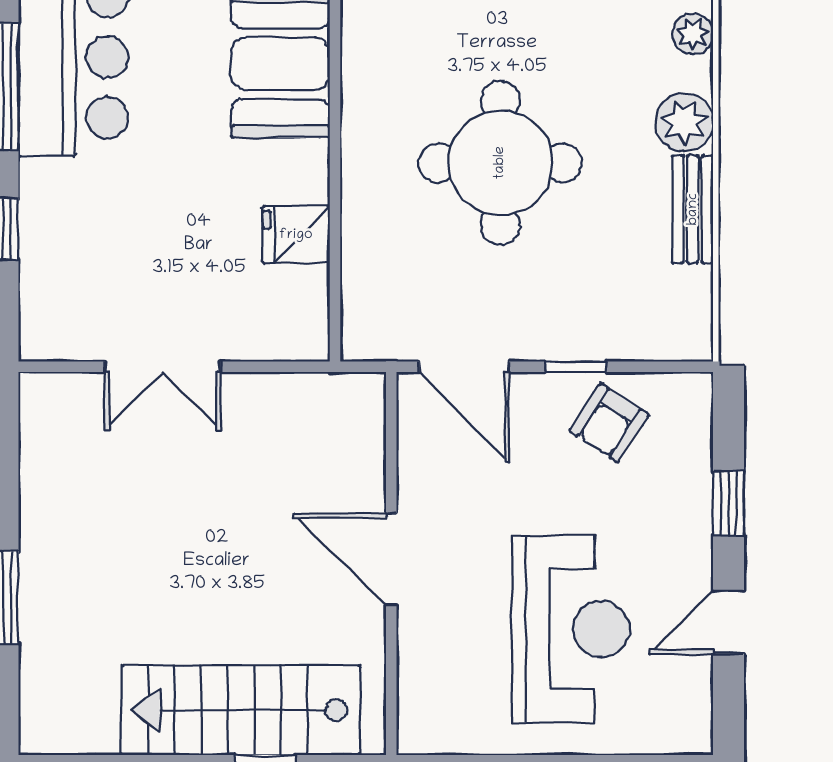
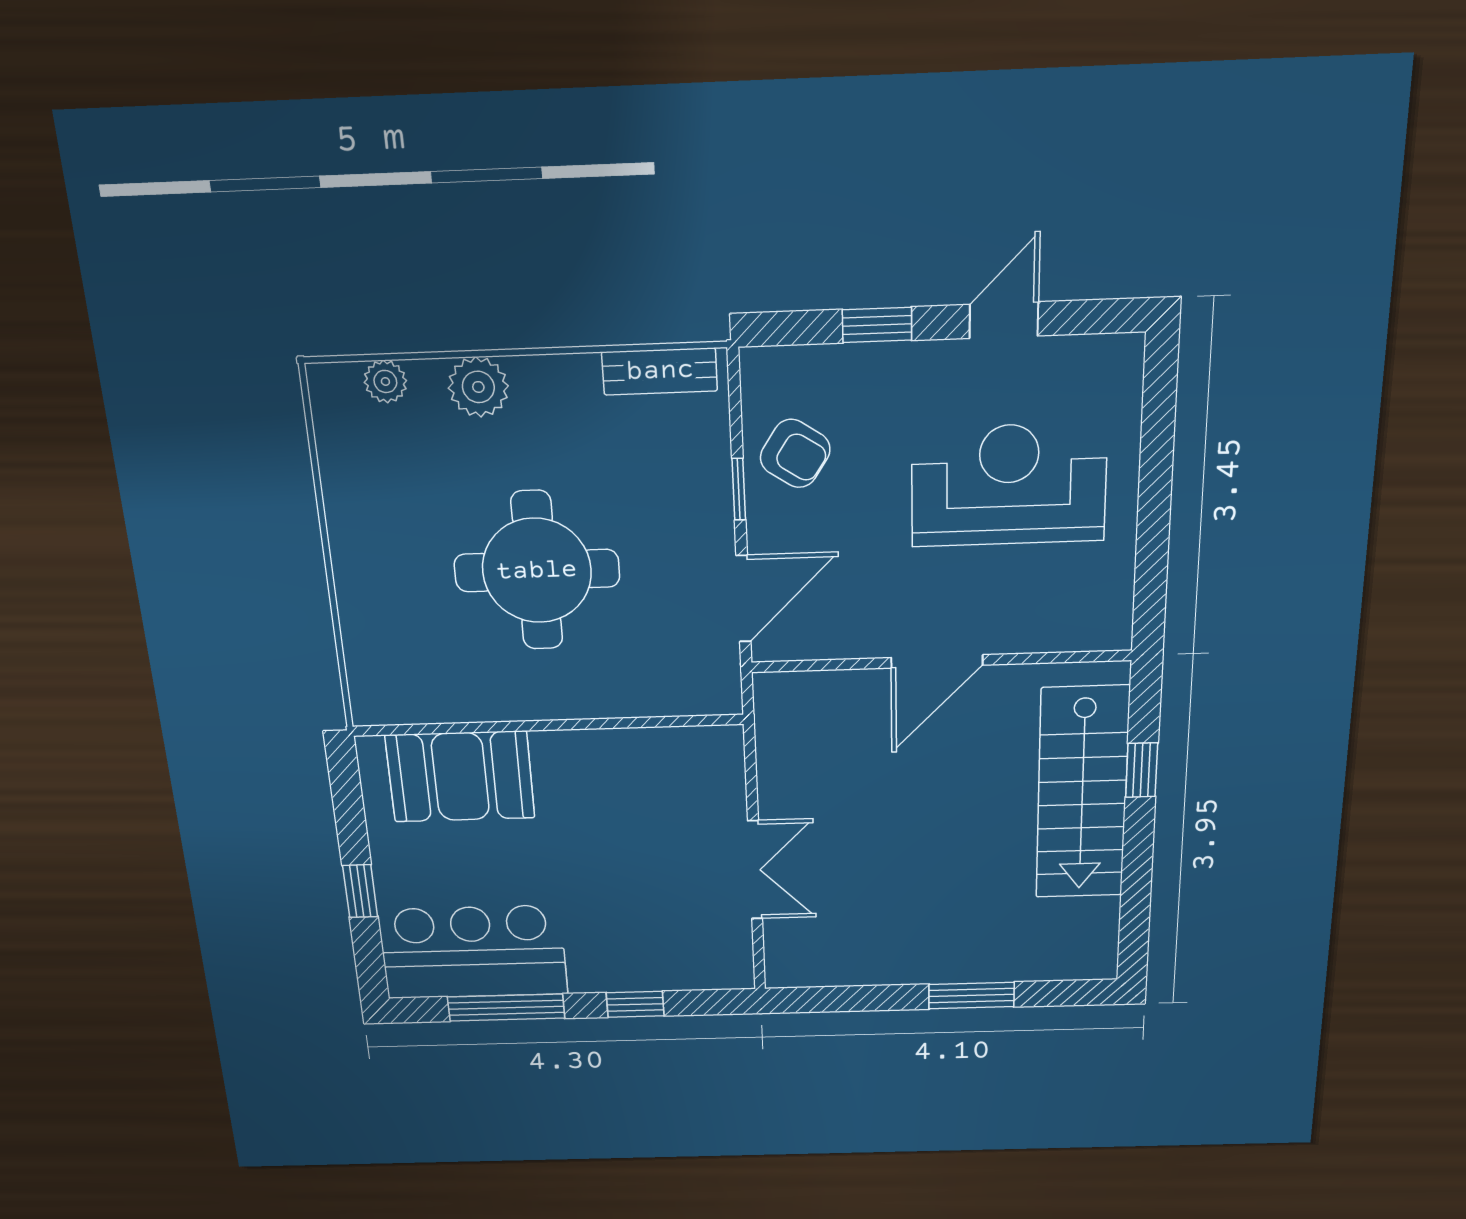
bench: (693, 209) -> (660, 371), moved
fridge: (296, 235) -> (623, 758), removed
door: (729, 622) -> (1004, 320), swing flipped

